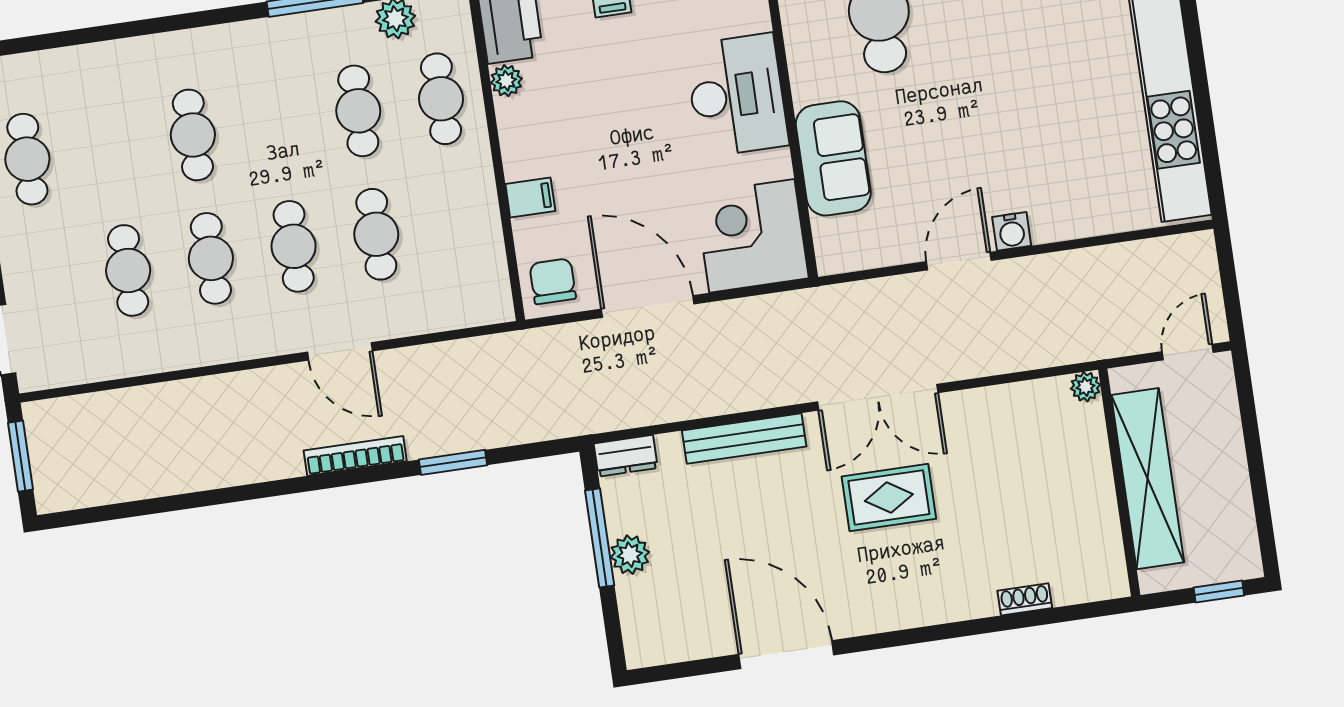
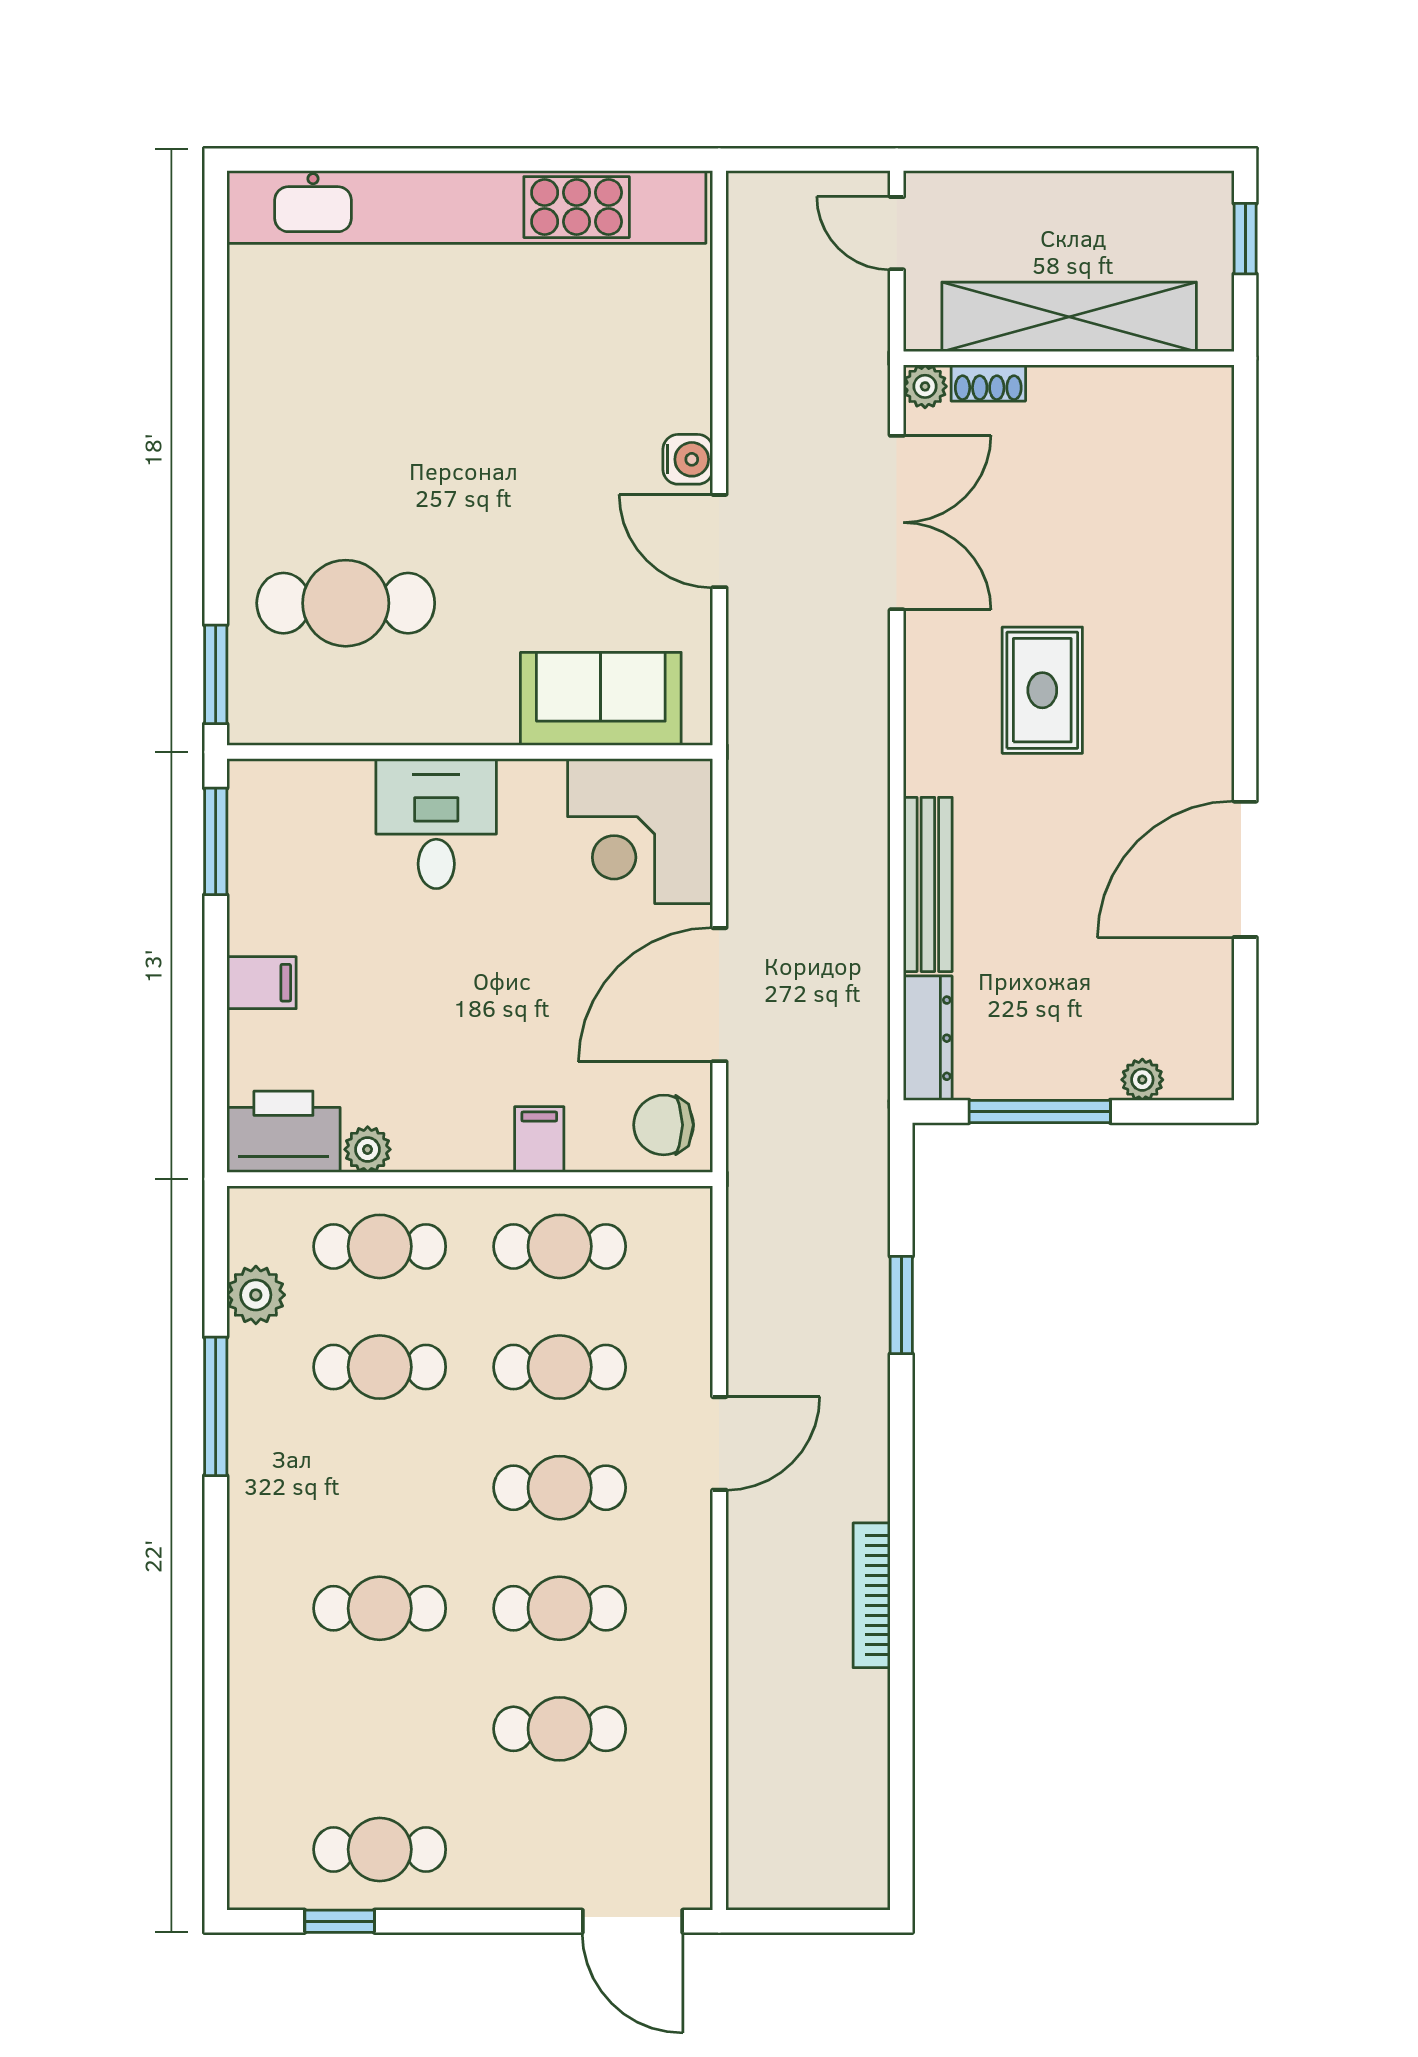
desk: (737, 95) -> (436, 824), width x0.73
sofa: (833, 158) -> (601, 699), moved
cafe table: (459, 222) -> (560, 1246), added
double door: (878, 397) -> (897, 523), moved
window: (20, 456) -> (802, 1921), removed
bookcase: (355, 456) -> (872, 1595), moved
dresser: (626, 456) -> (928, 1038), width x1.44
plant: (630, 555) -> (1142, 1080), moved, width x0.73, depth x0.73
shoe rack: (1025, 599) -> (988, 383), moved, turned -90

